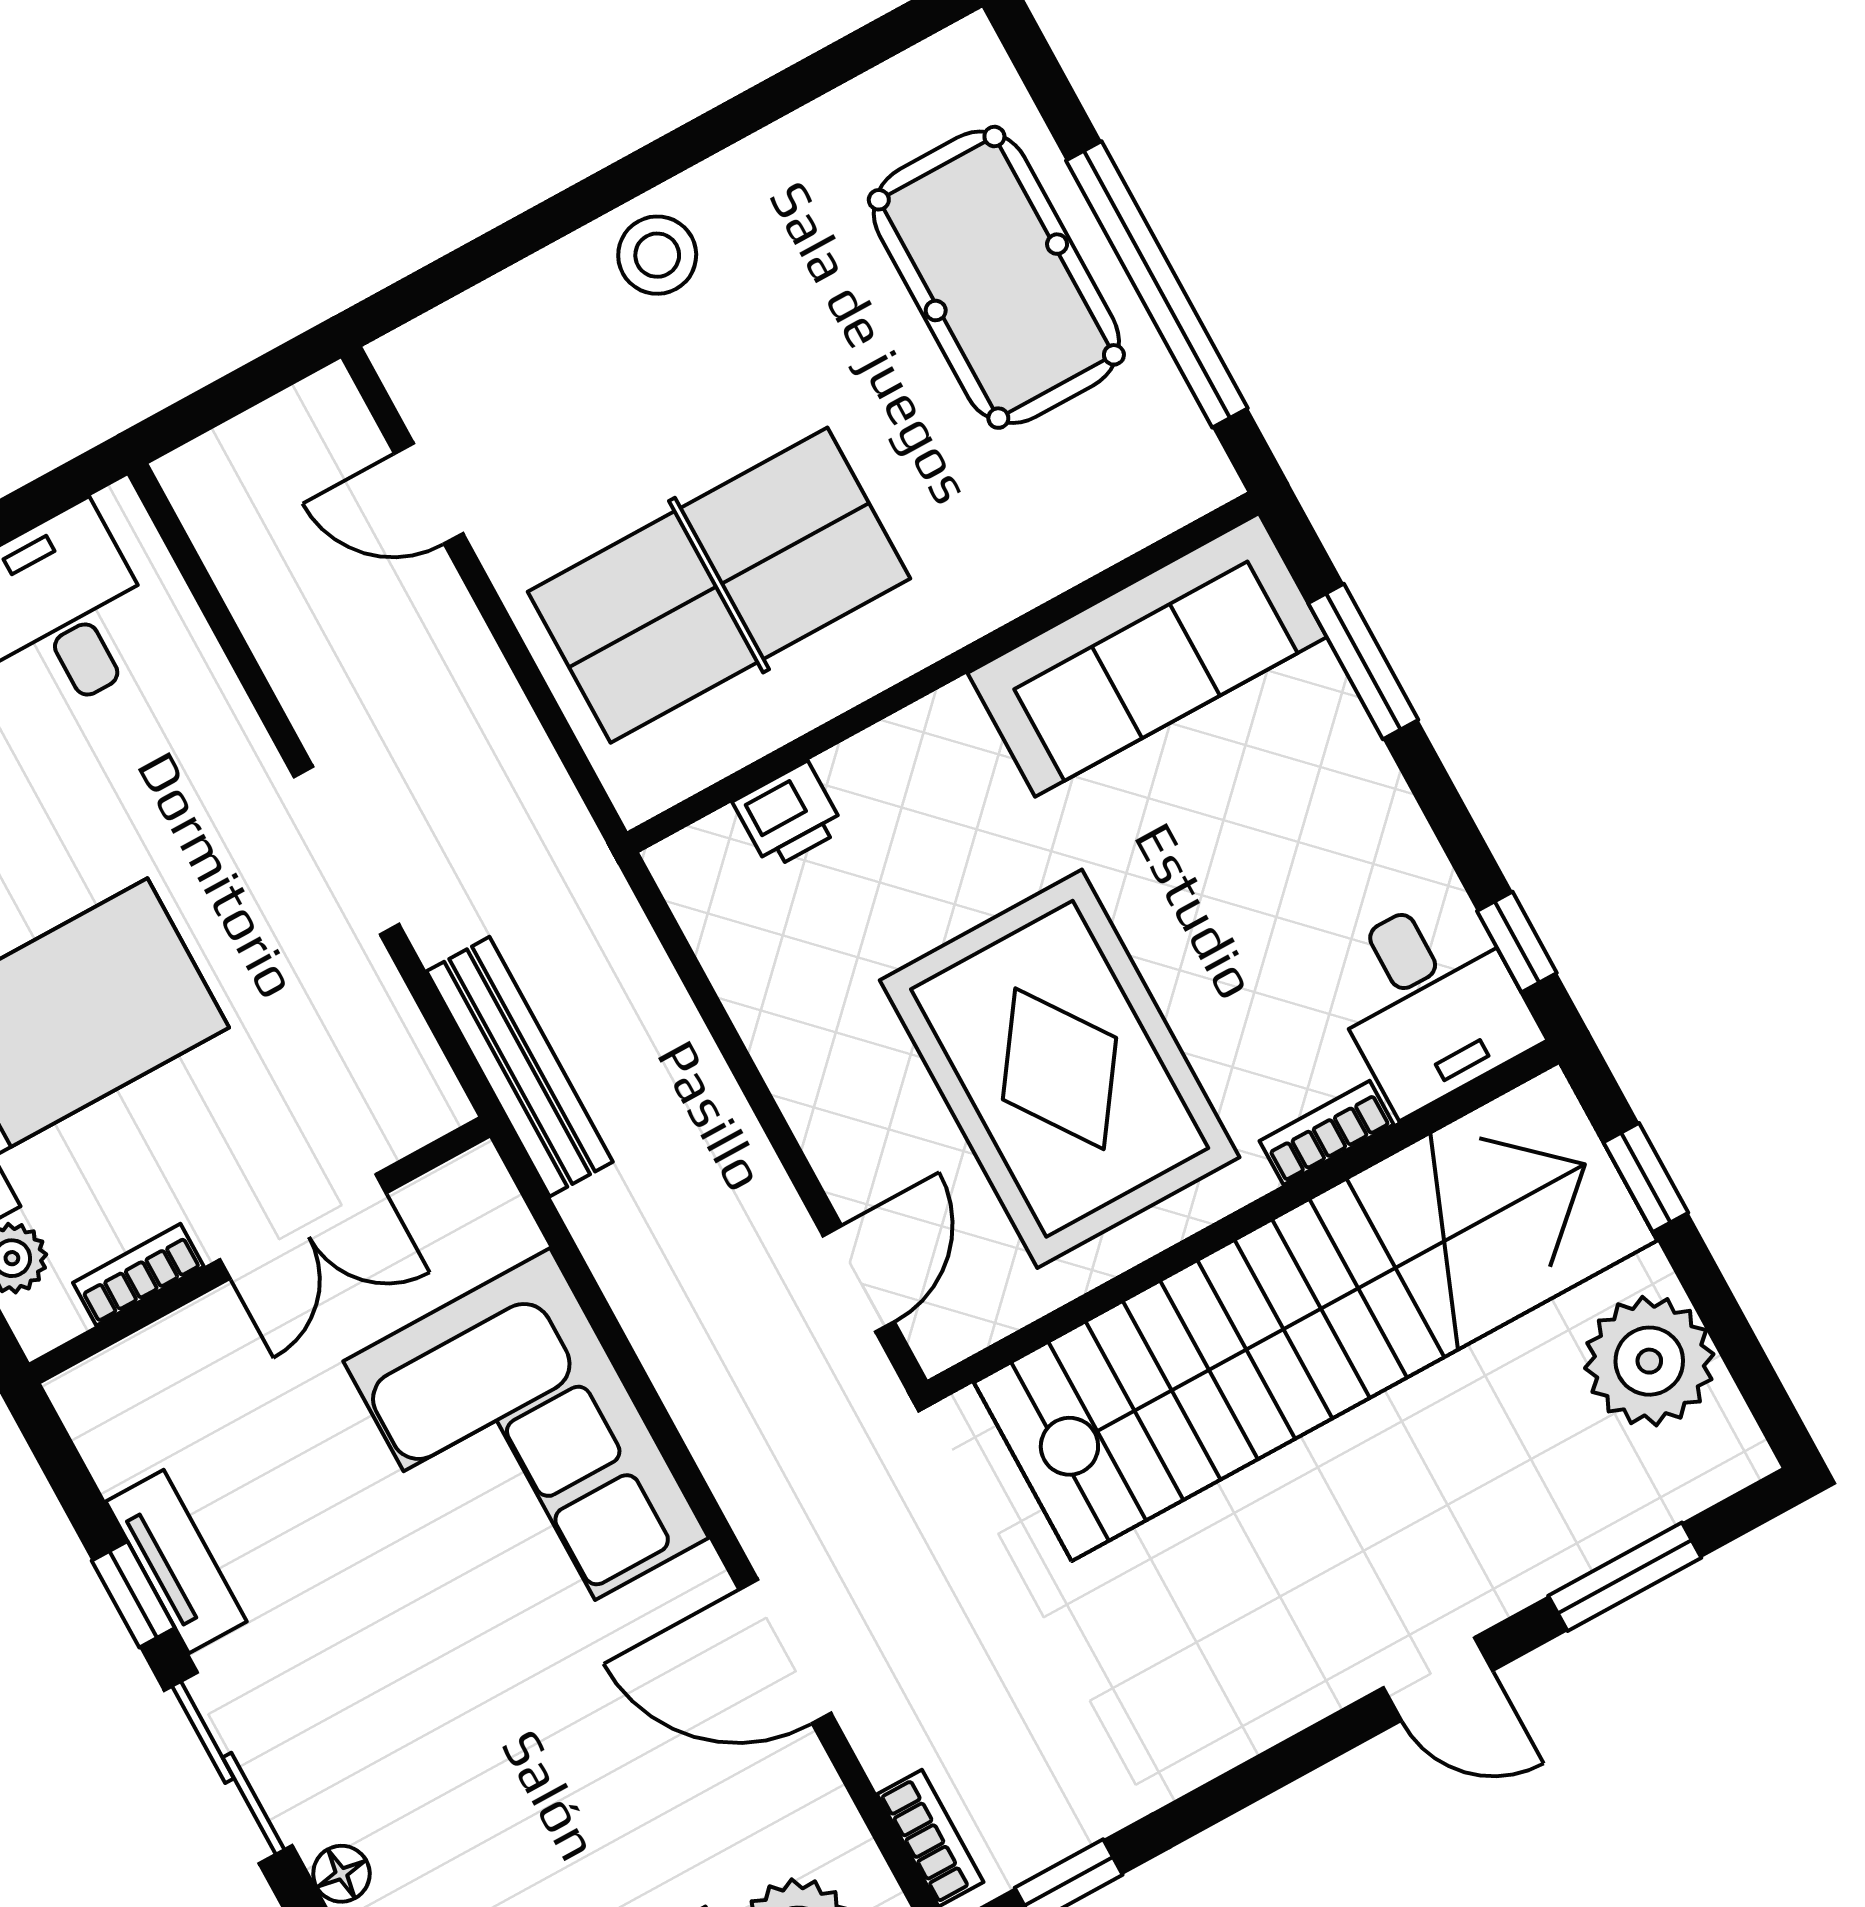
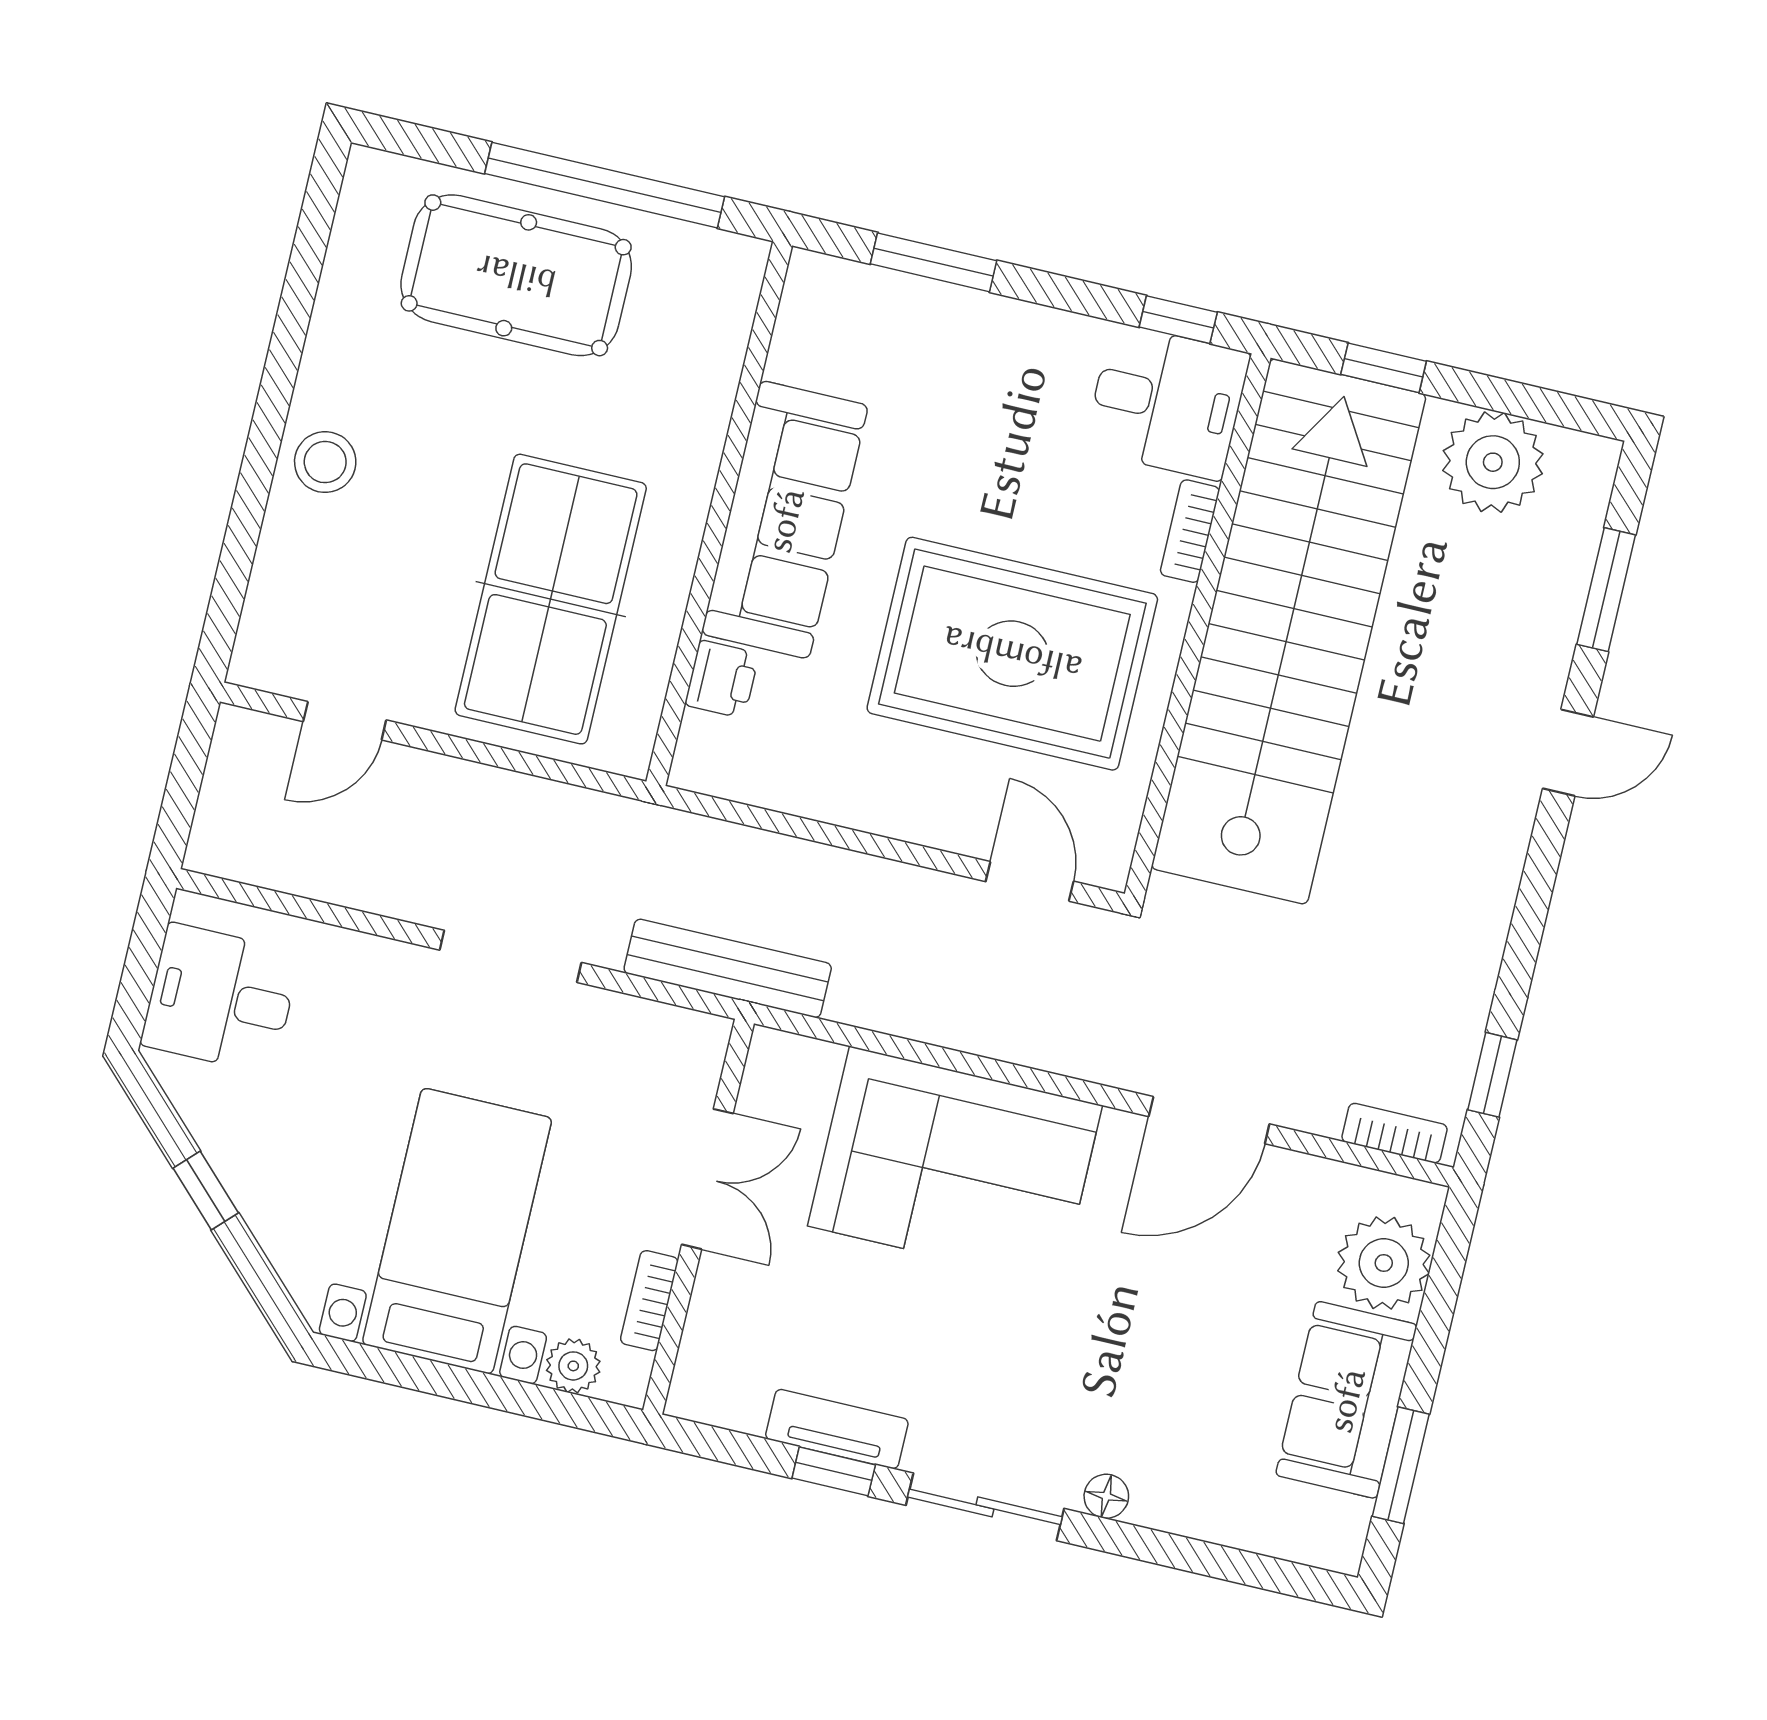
sofa: (1147, 655) -> (785, 520), moved

